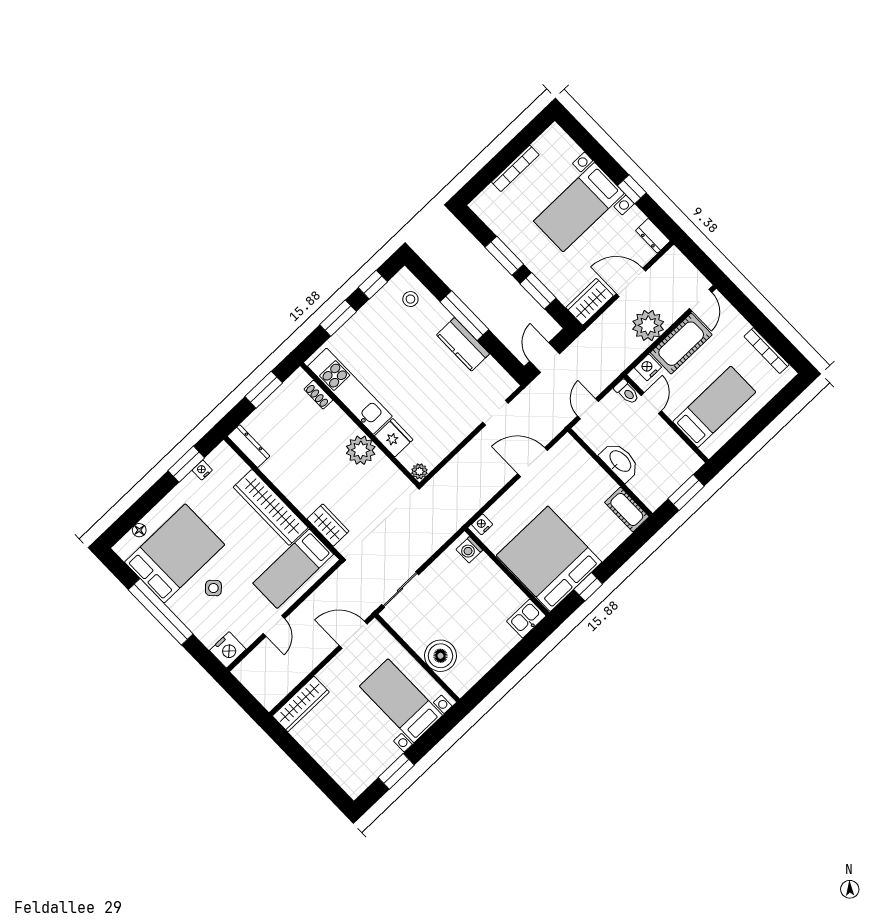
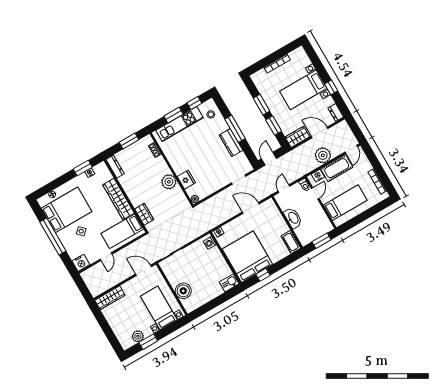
kitchen unit: (350, 391) -> (180, 124), moved, turned 90
plant: (374, 766) -> (138, 336), added

